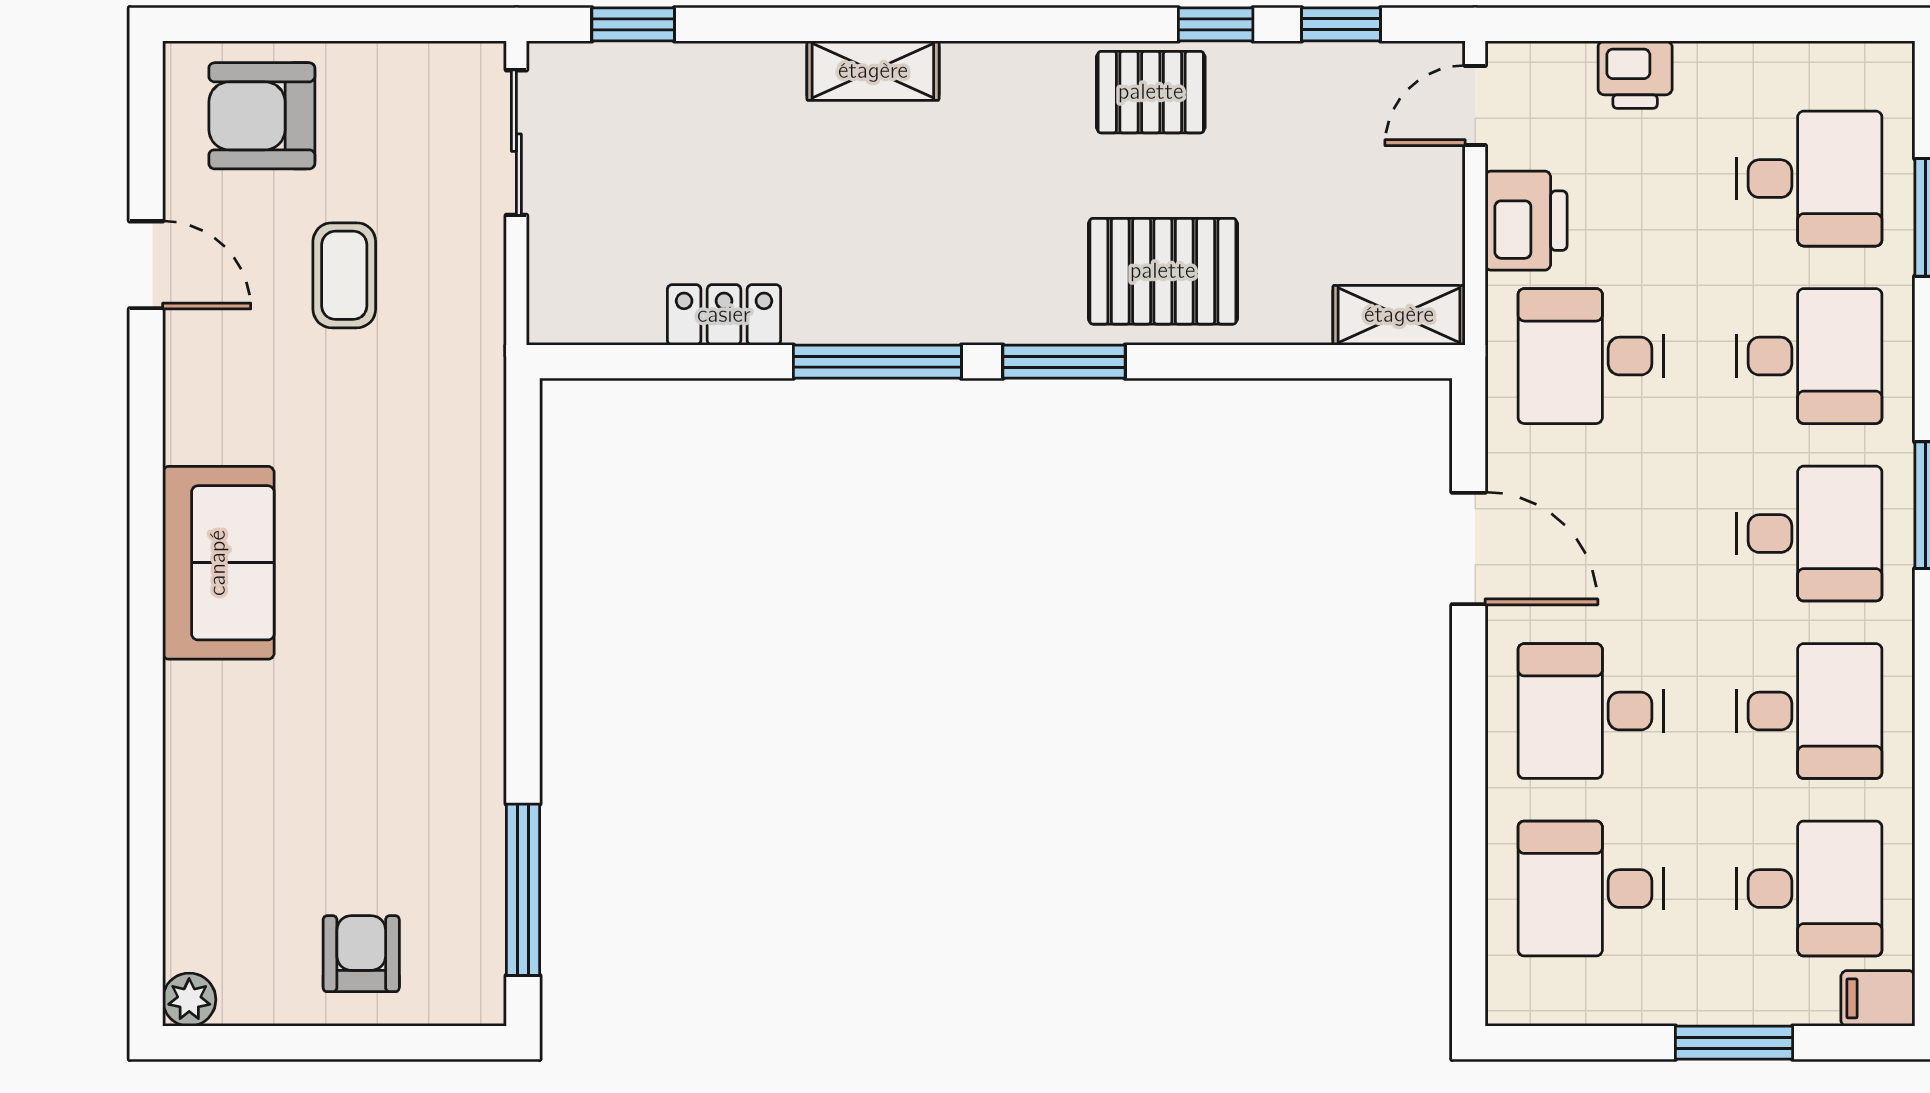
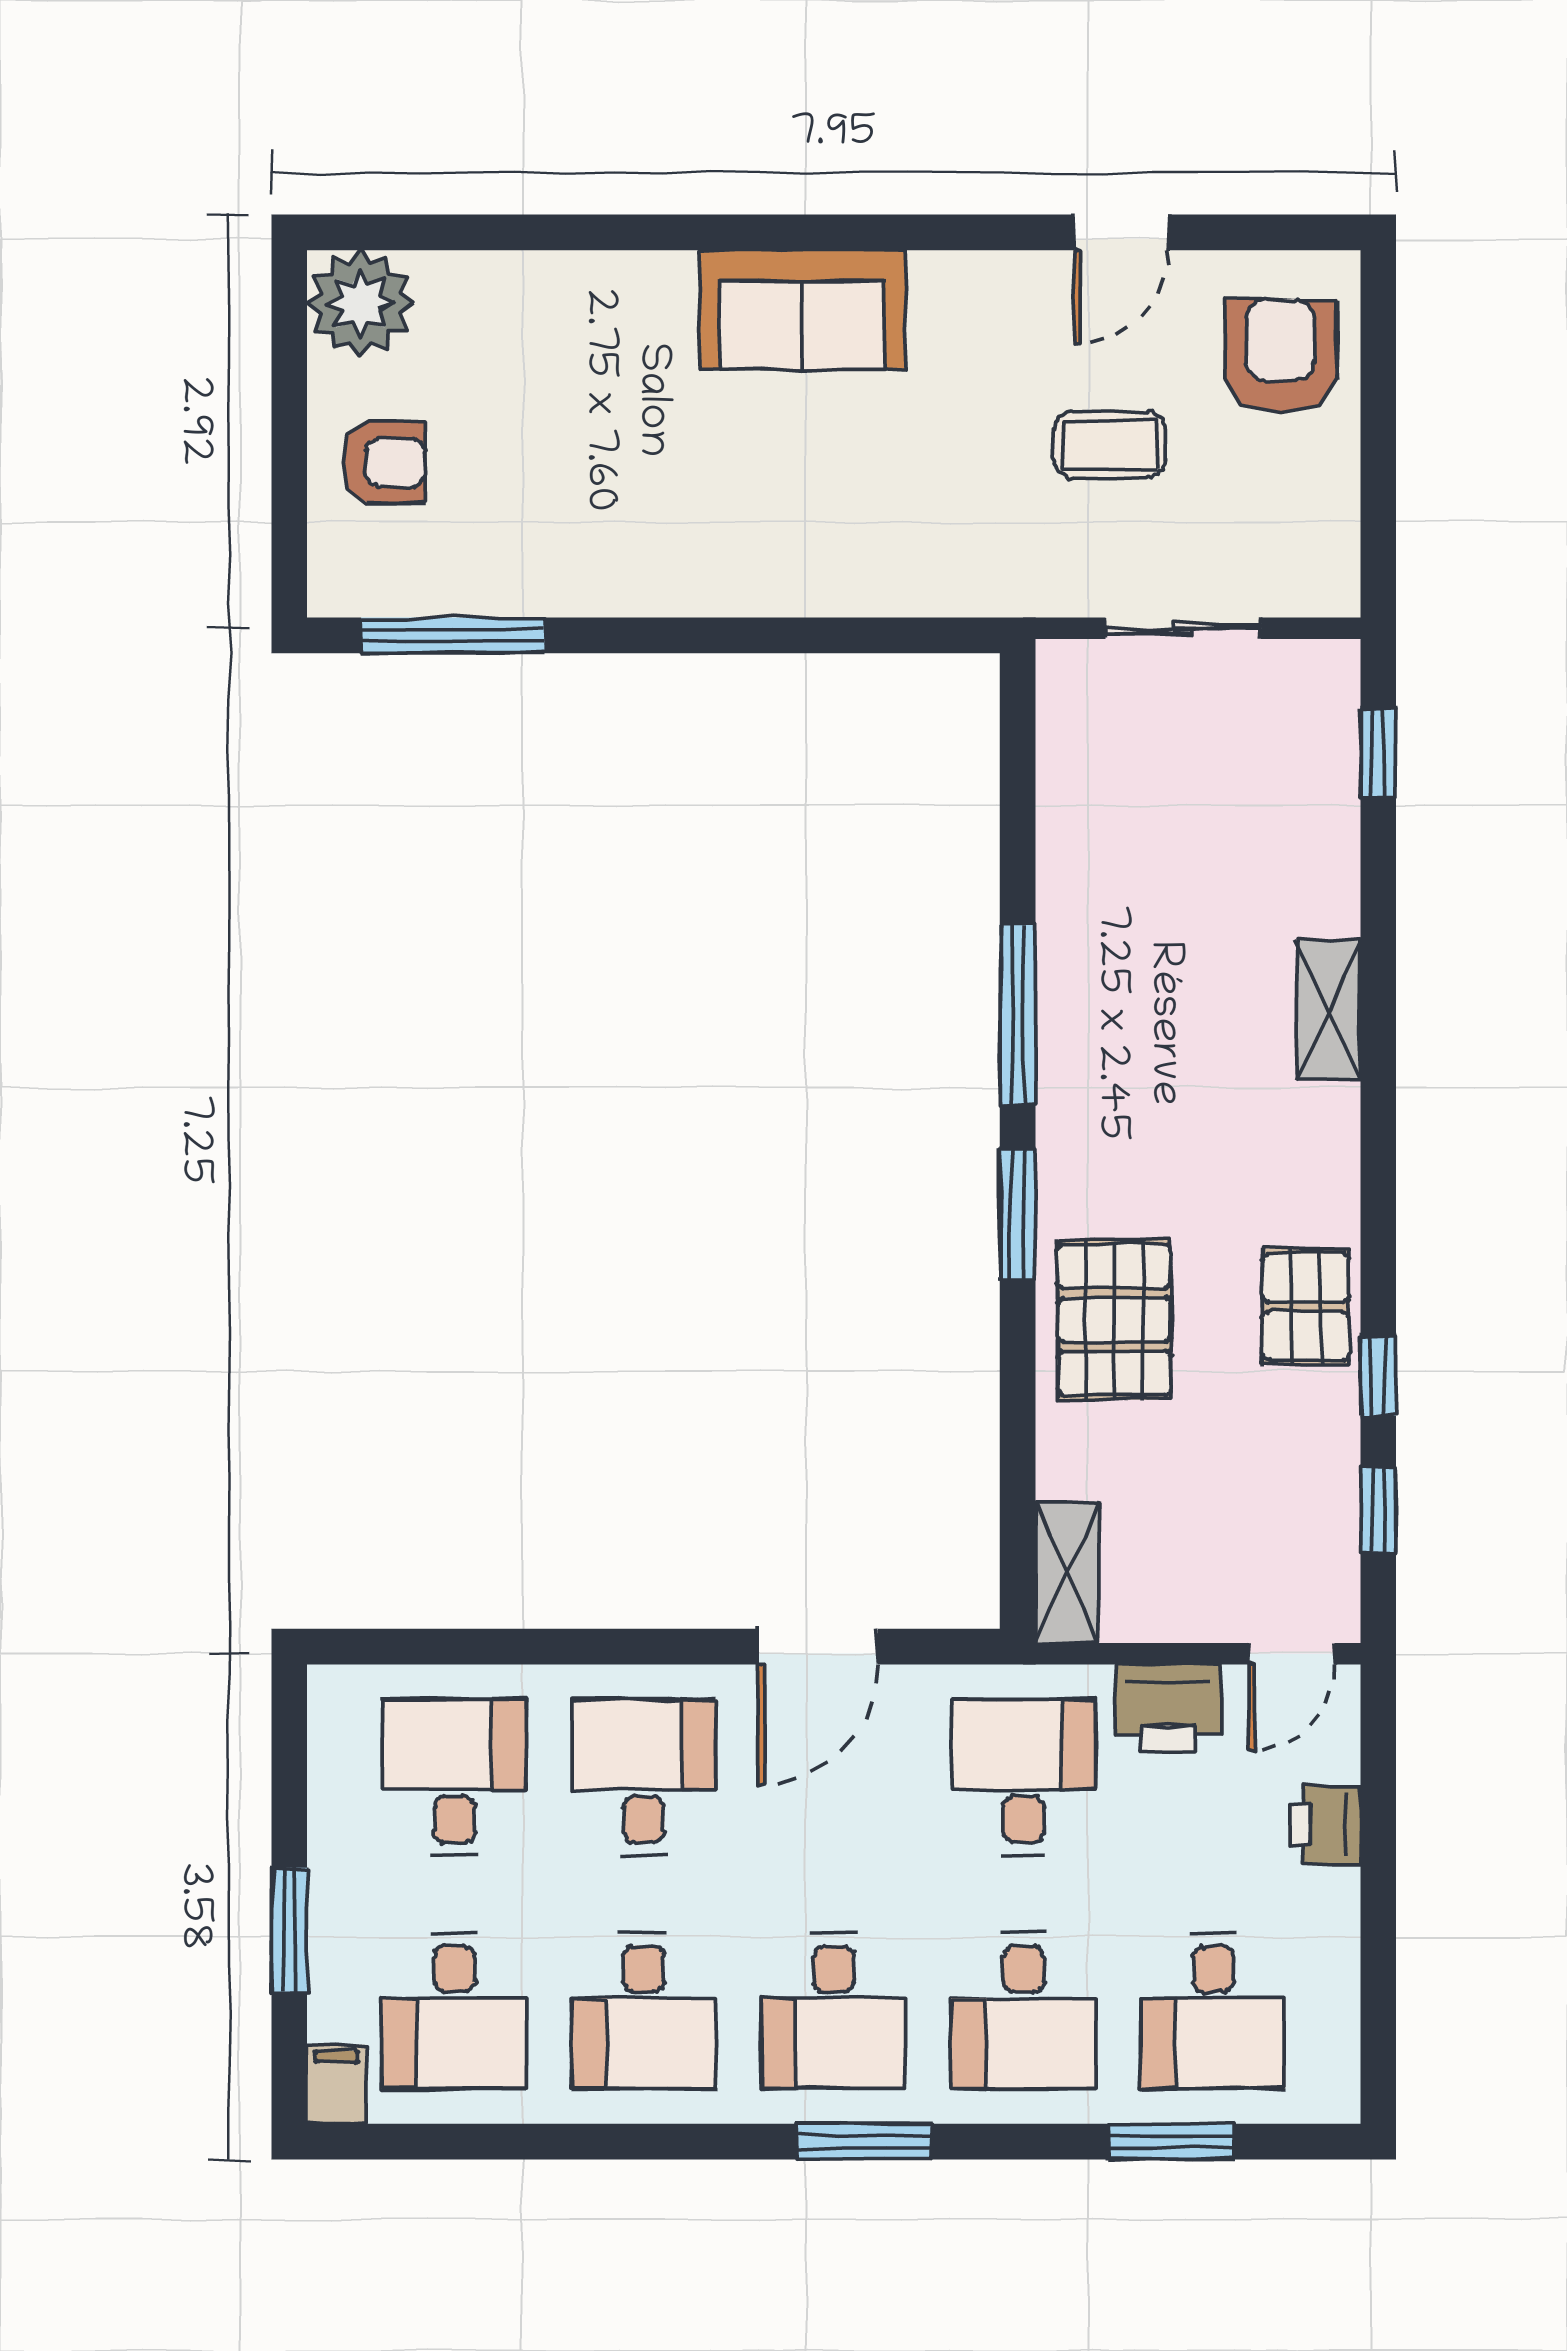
door: (1475, 105) -> (1292, 1654), swing flipped
sliding door: (516, 143) -> (1183, 628), moved
locker: (724, 315) -> (1068, 850), removed
plant: (189, 1000) -> (360, 303), width x1.88, depth x1.88

